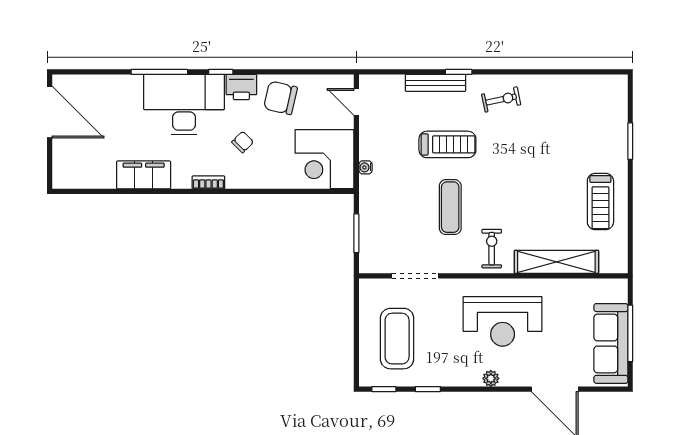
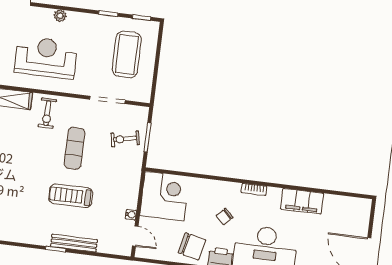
exercise bike: (501, 99) -> (125, 139), moved
water cooler: (365, 167) -> (131, 215), moved

